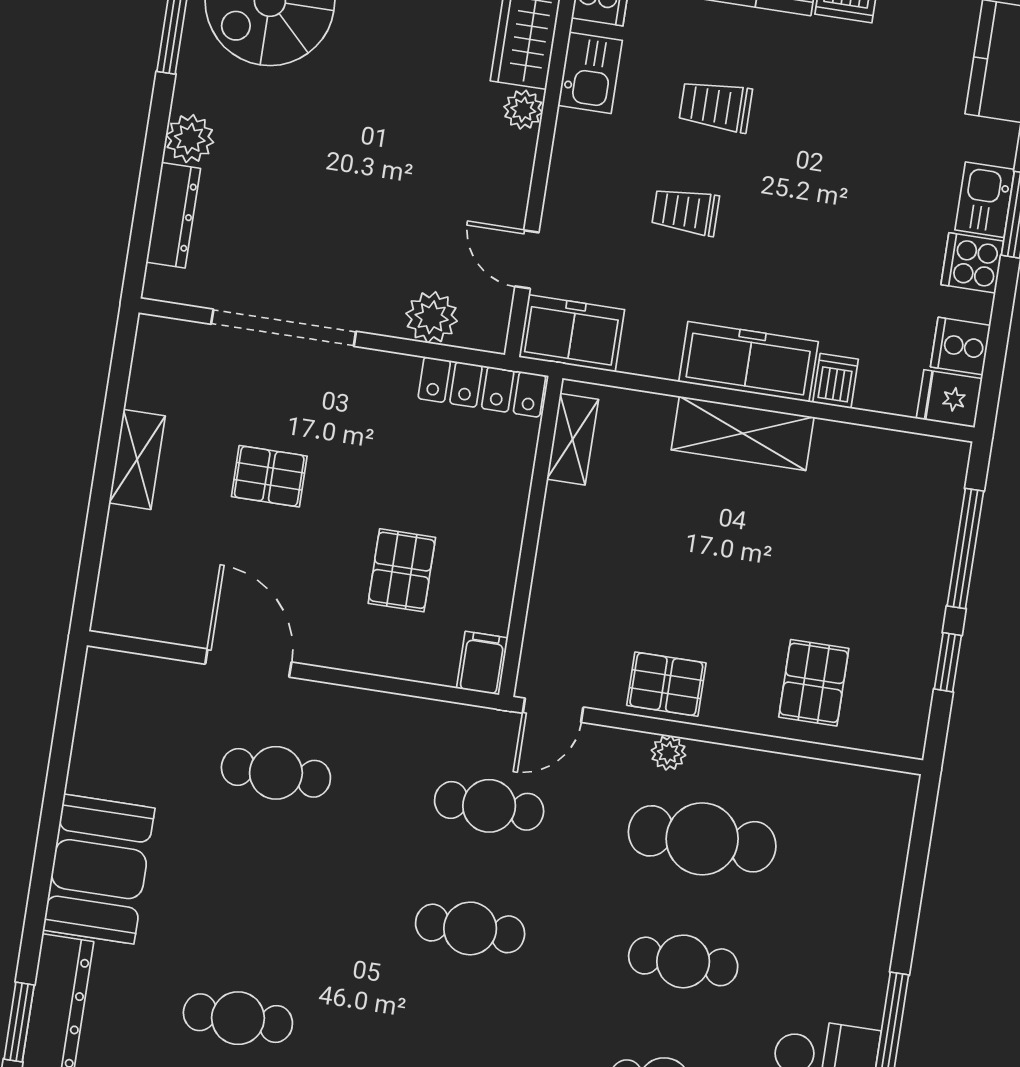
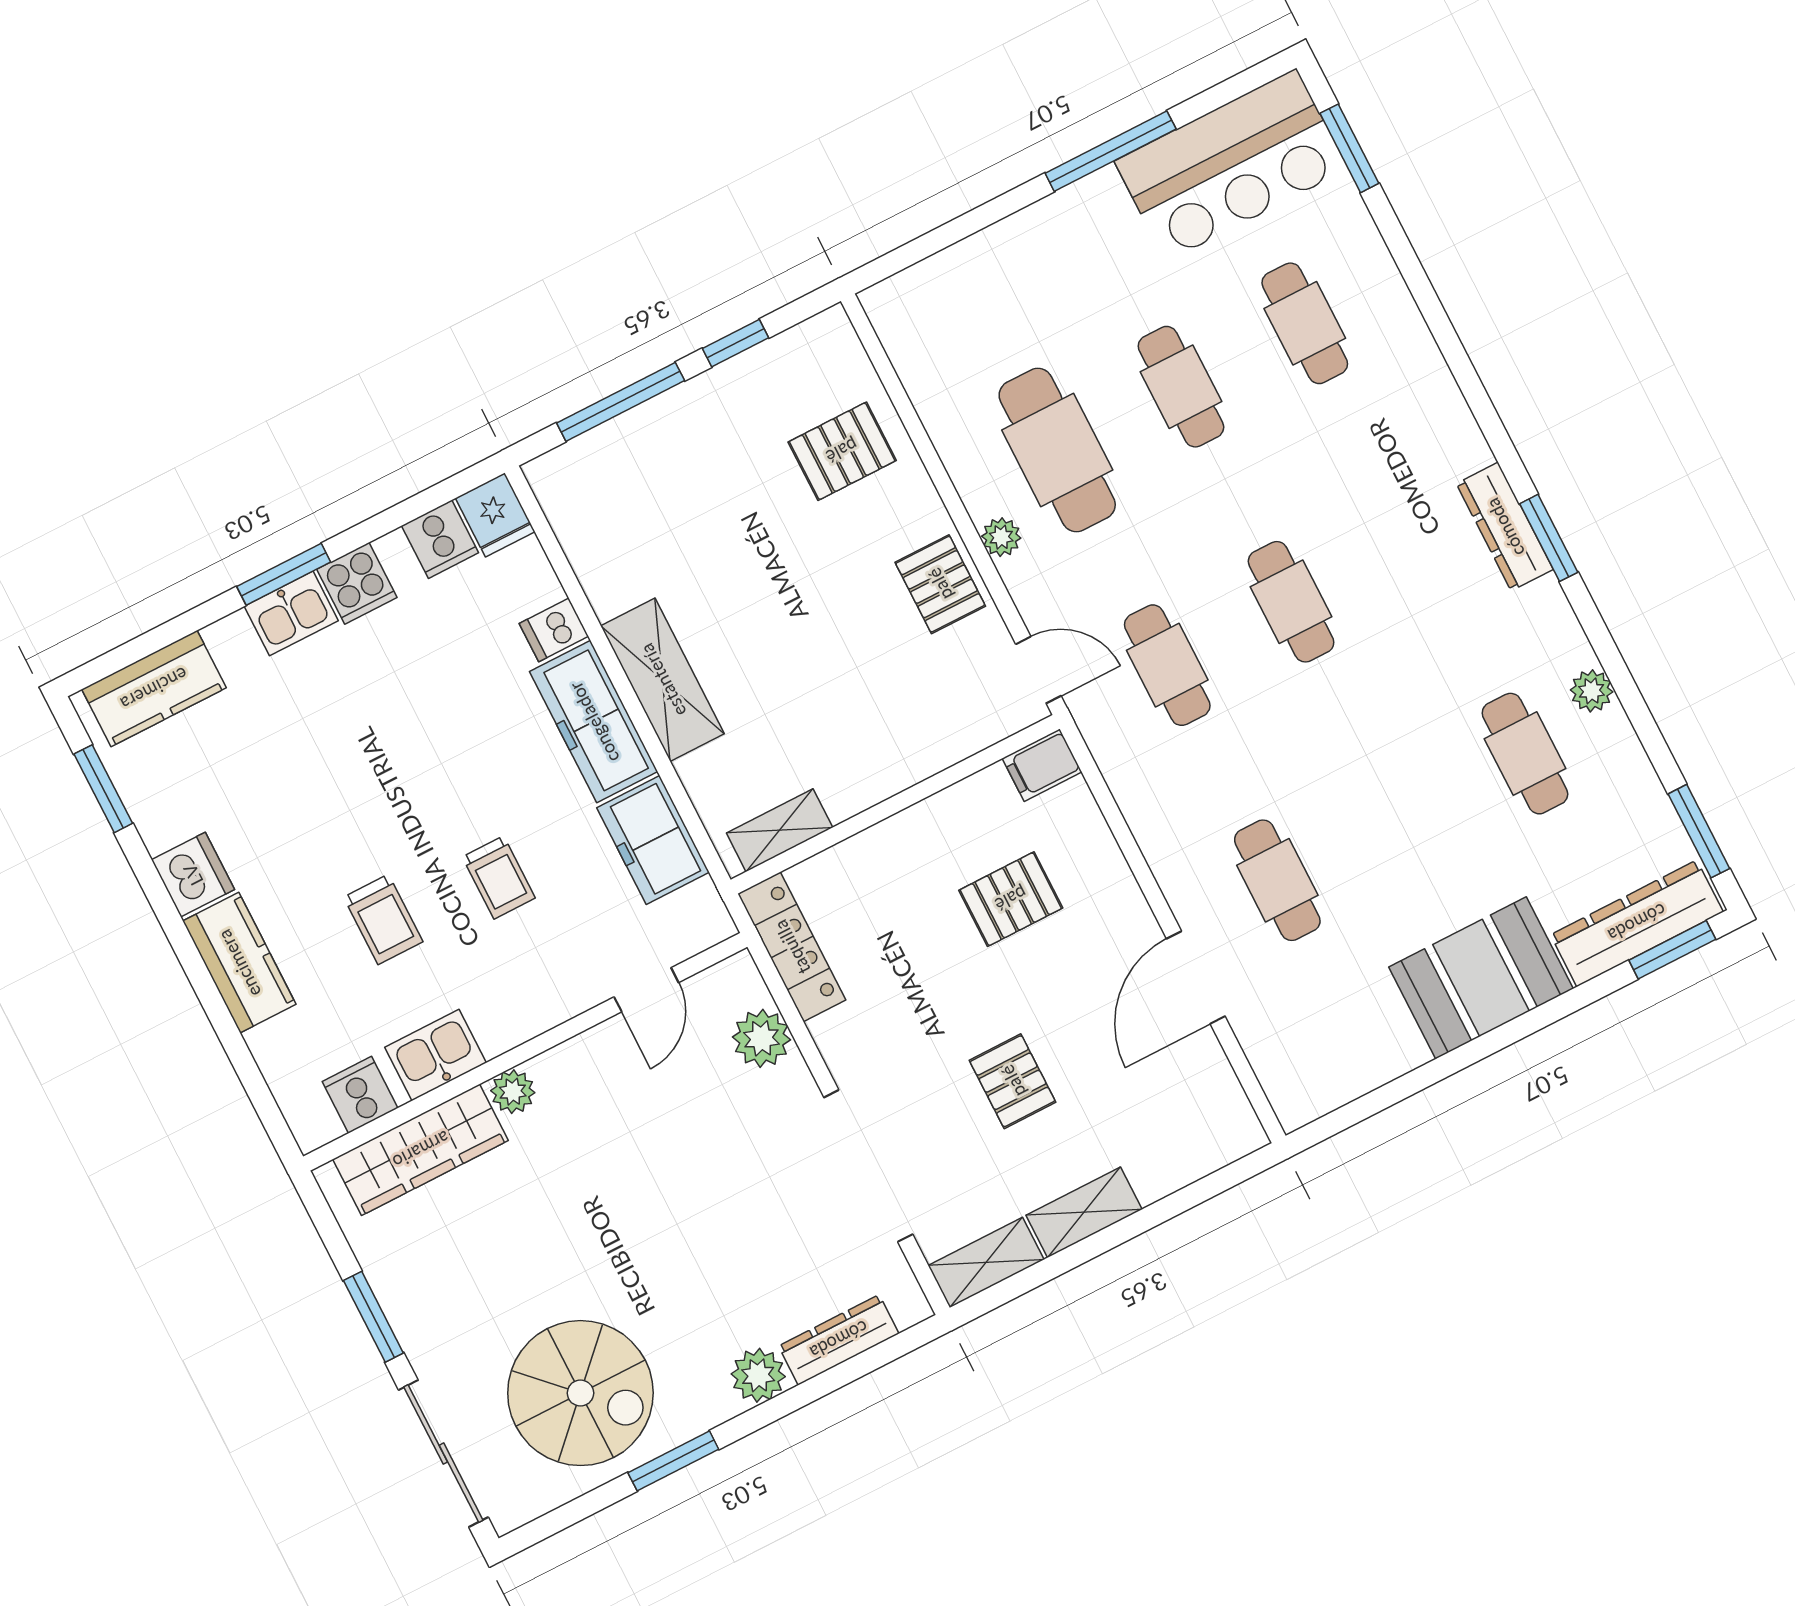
freezer: (572, 333) -> (653, 840), moved
shelving: (152, 362) -> (986, 1263), added

